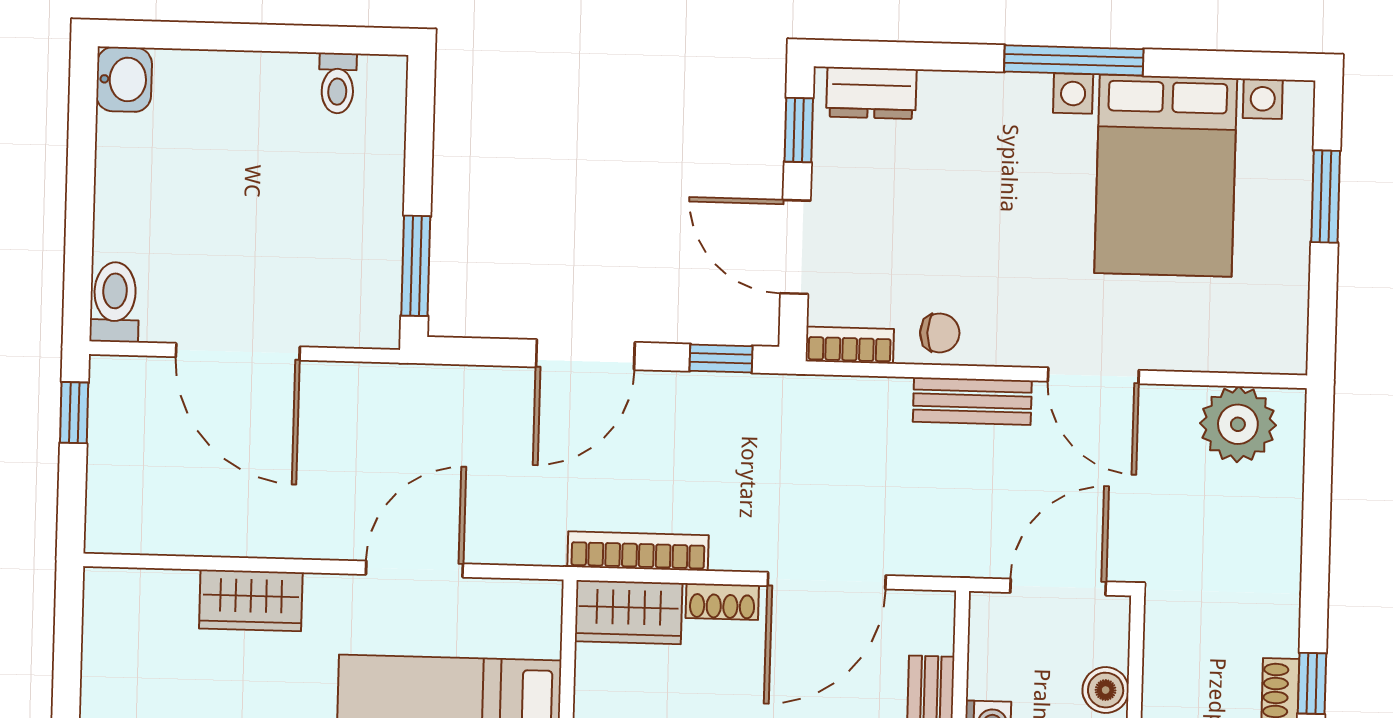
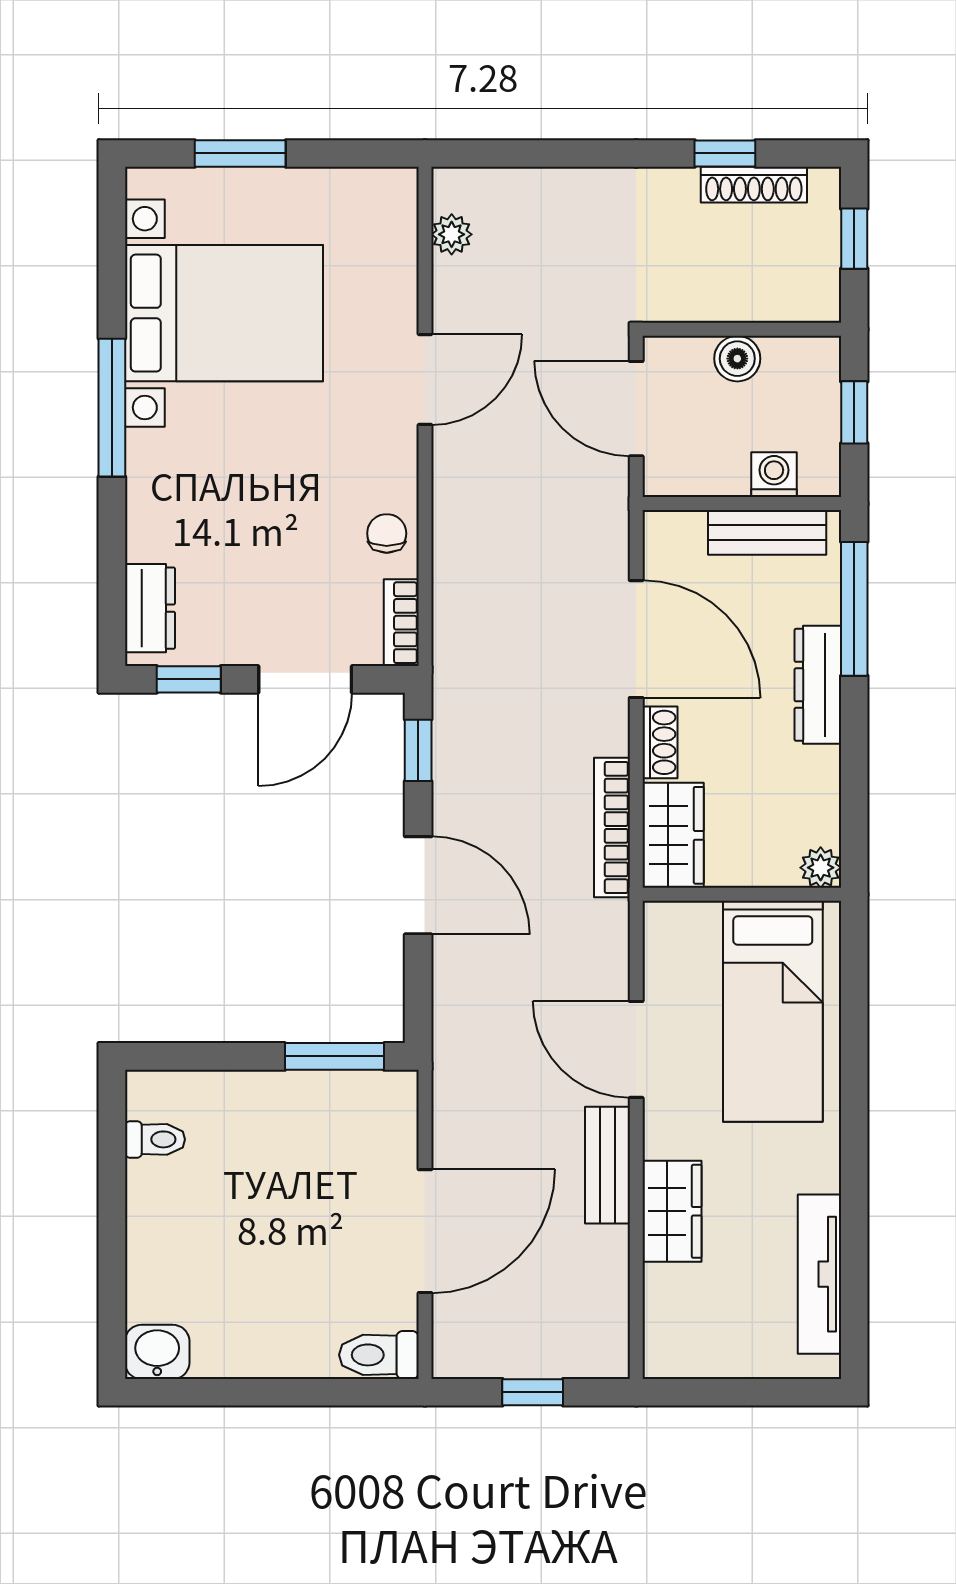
bench: (972, 401) -> (608, 1165), moved
window: (74, 413) -> (533, 1392), moved
plant: (1238, 424) -> (452, 234), width x0.53, depth x0.53

